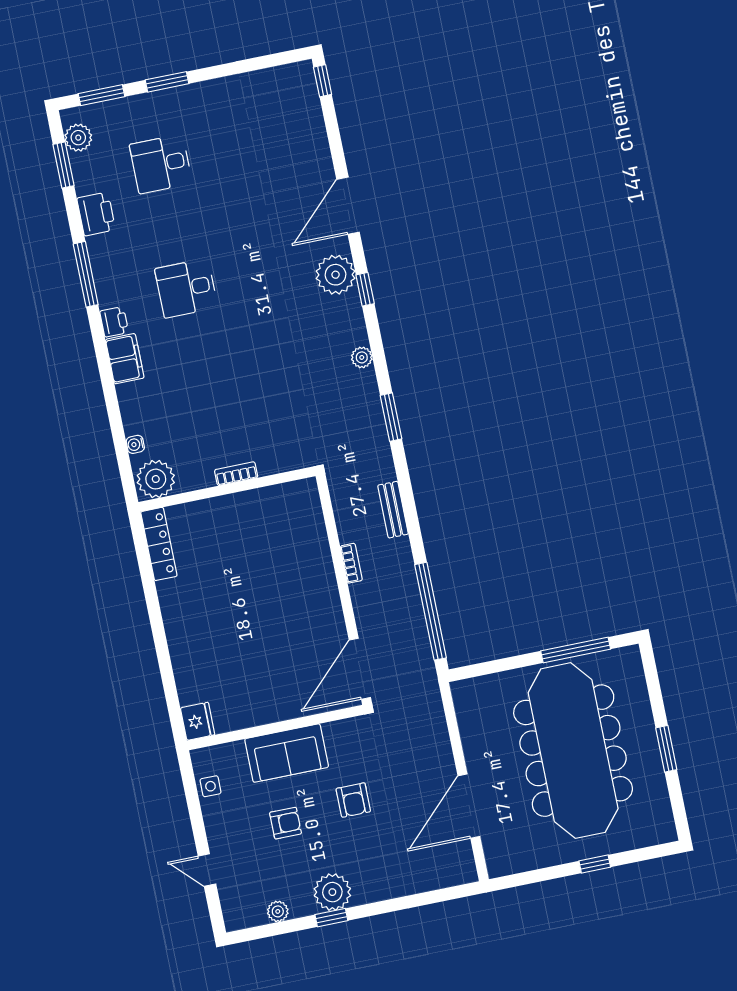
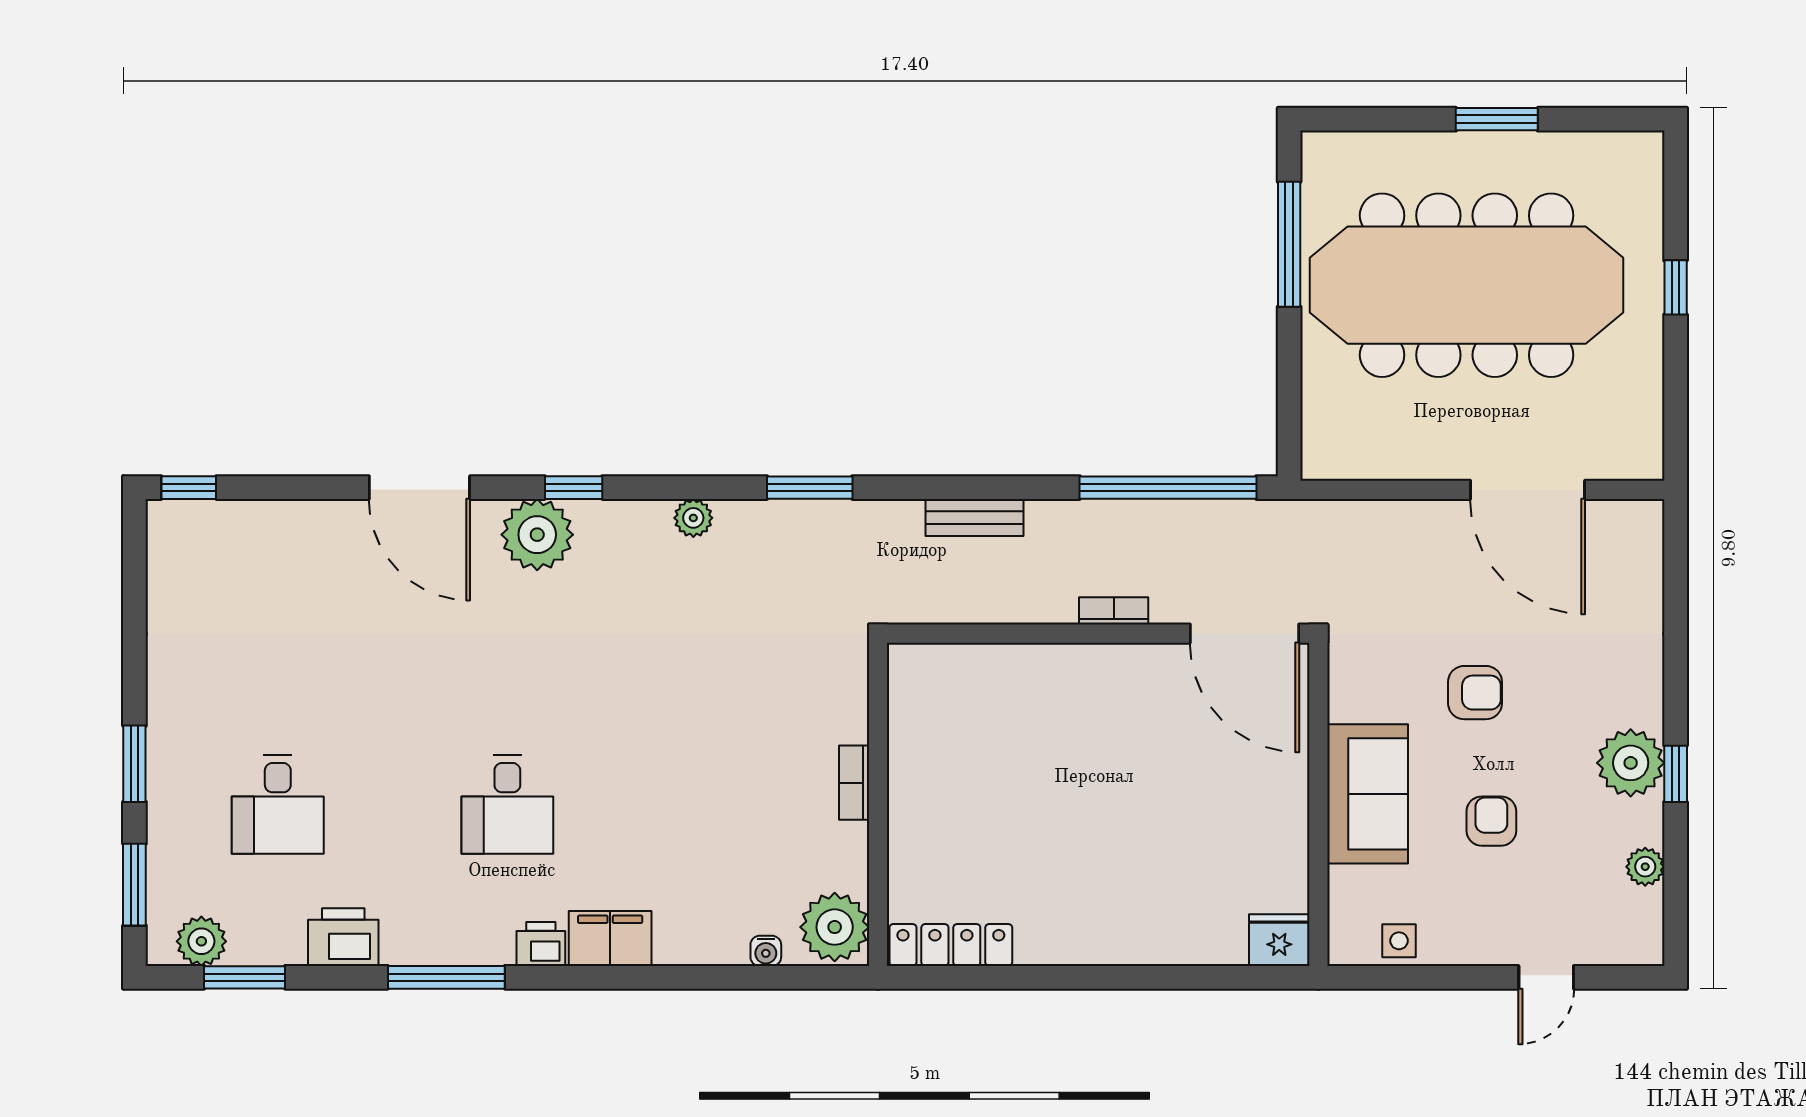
bookcase: (351, 563) -> (1114, 611), moved

